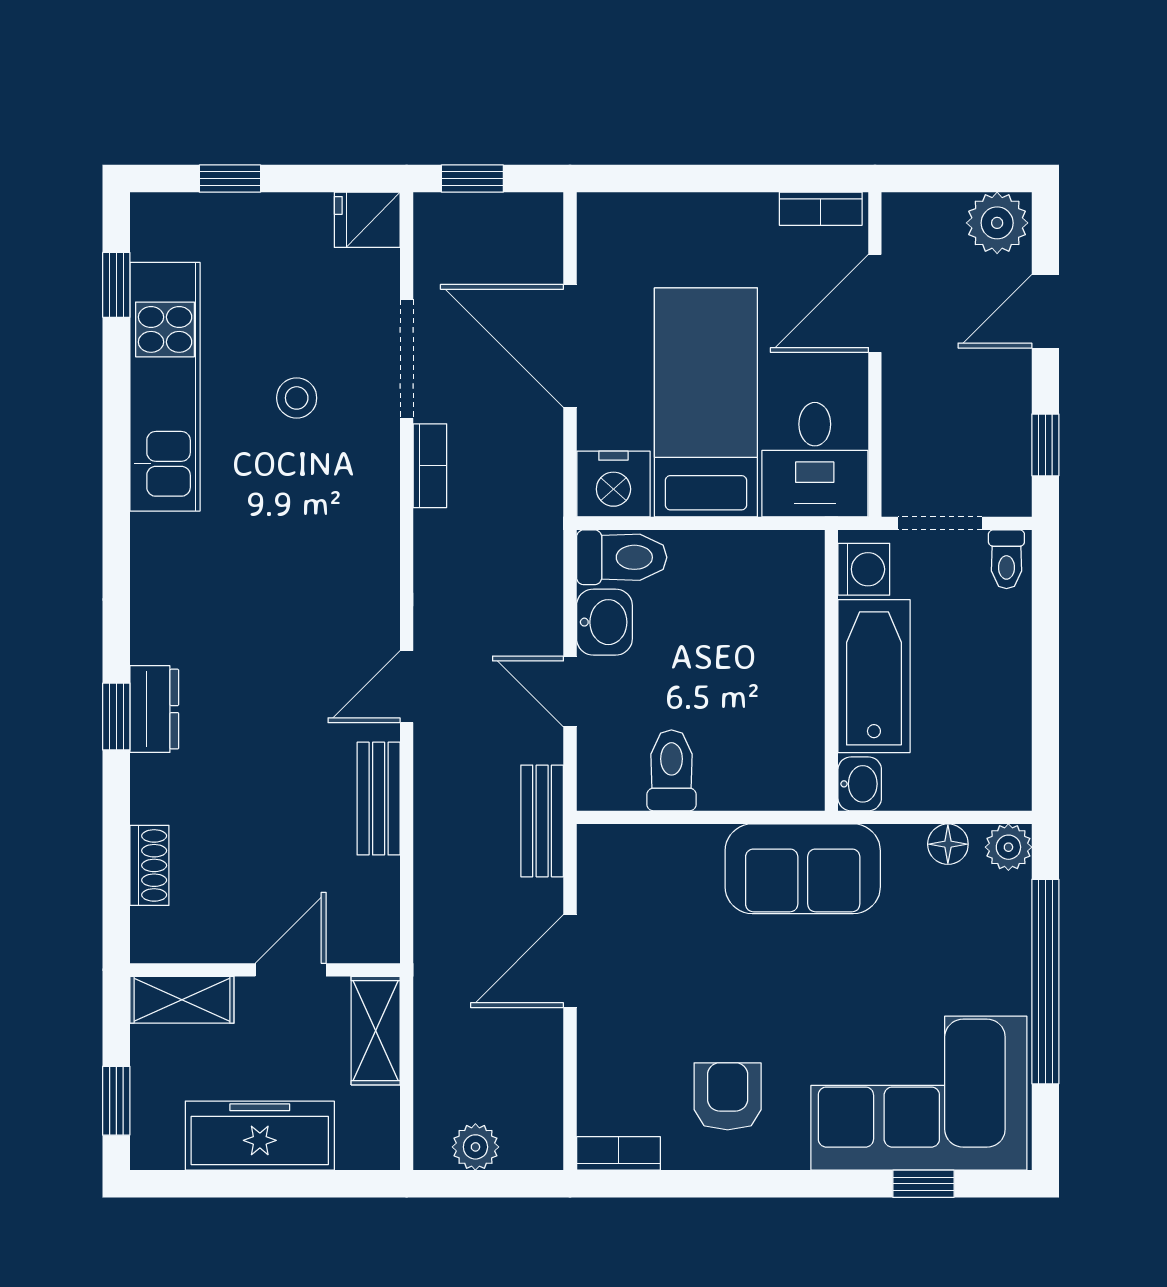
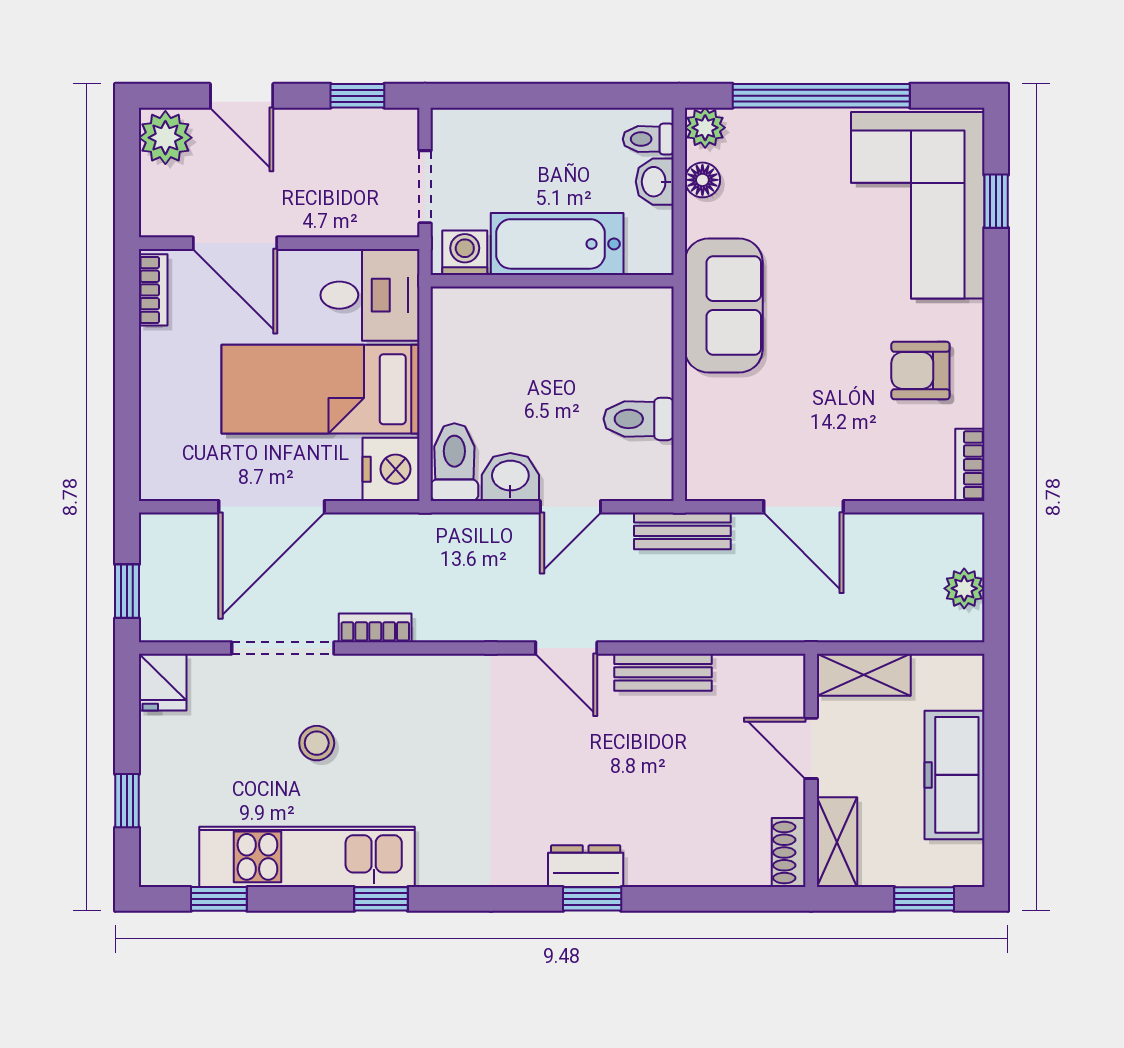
window: (116, 472) -> (381, 899), added
toilet: (1006, 559) -> (648, 139), moved, turned 180
washbasin: (860, 784) -> (655, 182), moved, turned -90
shoe rack: (149, 865) -> (789, 853), moved, turned -90

